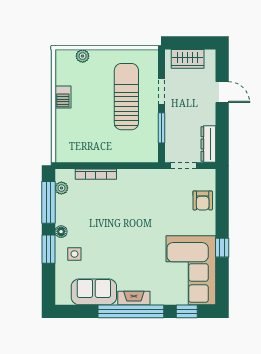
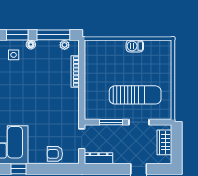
plant: (83, 56) -> (166, 61), removed

